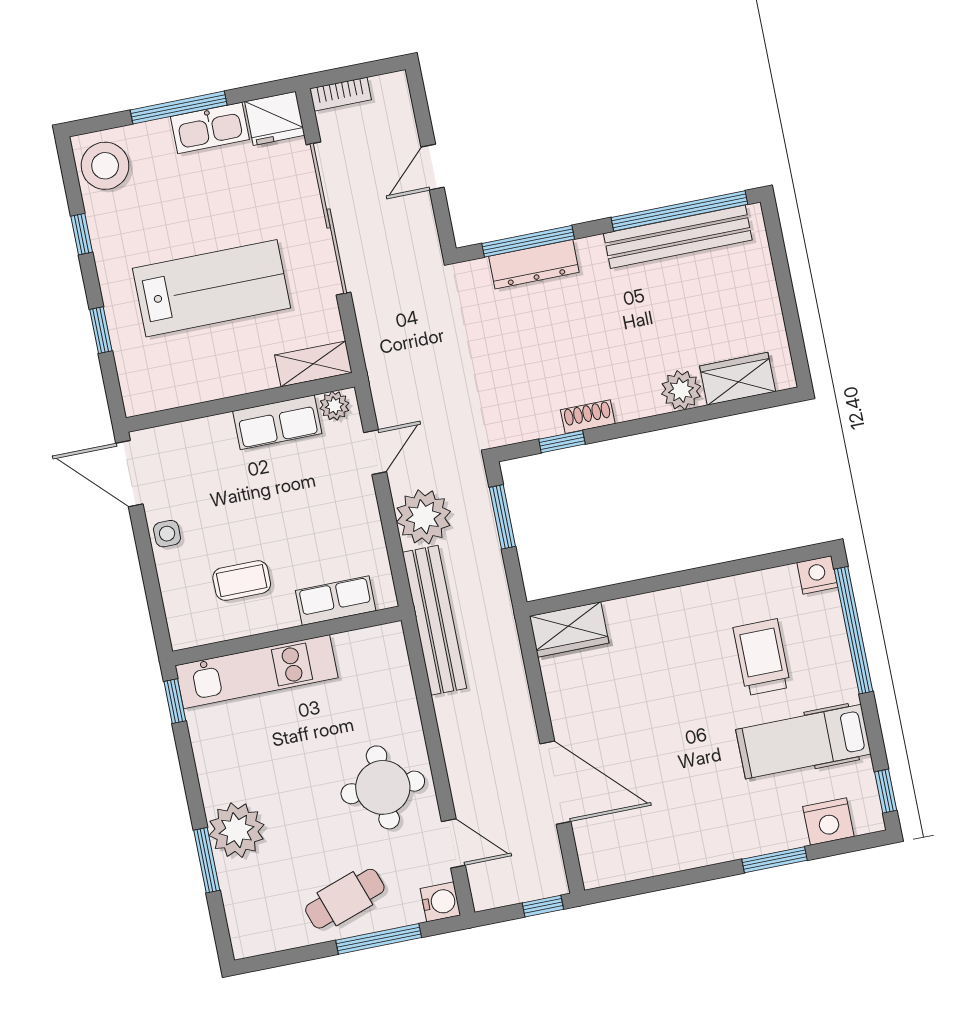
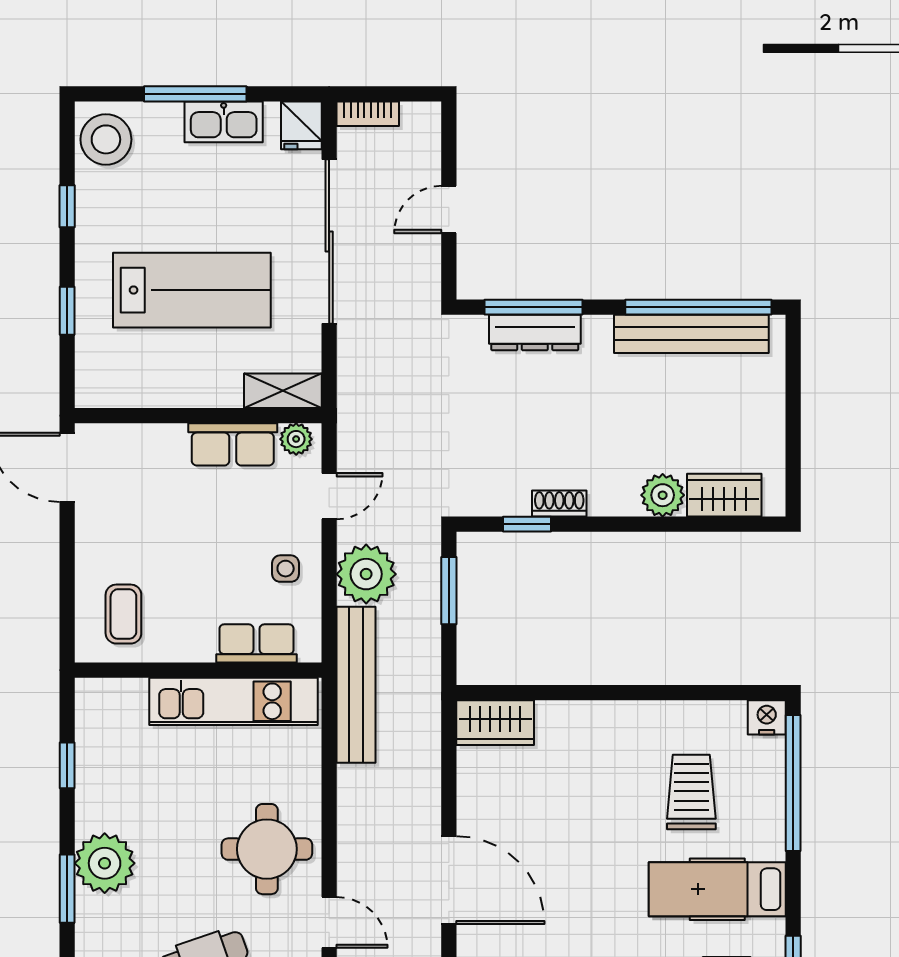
fridge: (275, 118) -> (301, 125), width x0.72
side table: (167, 534) -> (286, 569), moved
coffee table: (242, 581) -> (123, 614), moved, turned 90
kitchen unit: (257, 672) -> (233, 701), moved
window: (175, 701) -> (67, 765), moved

